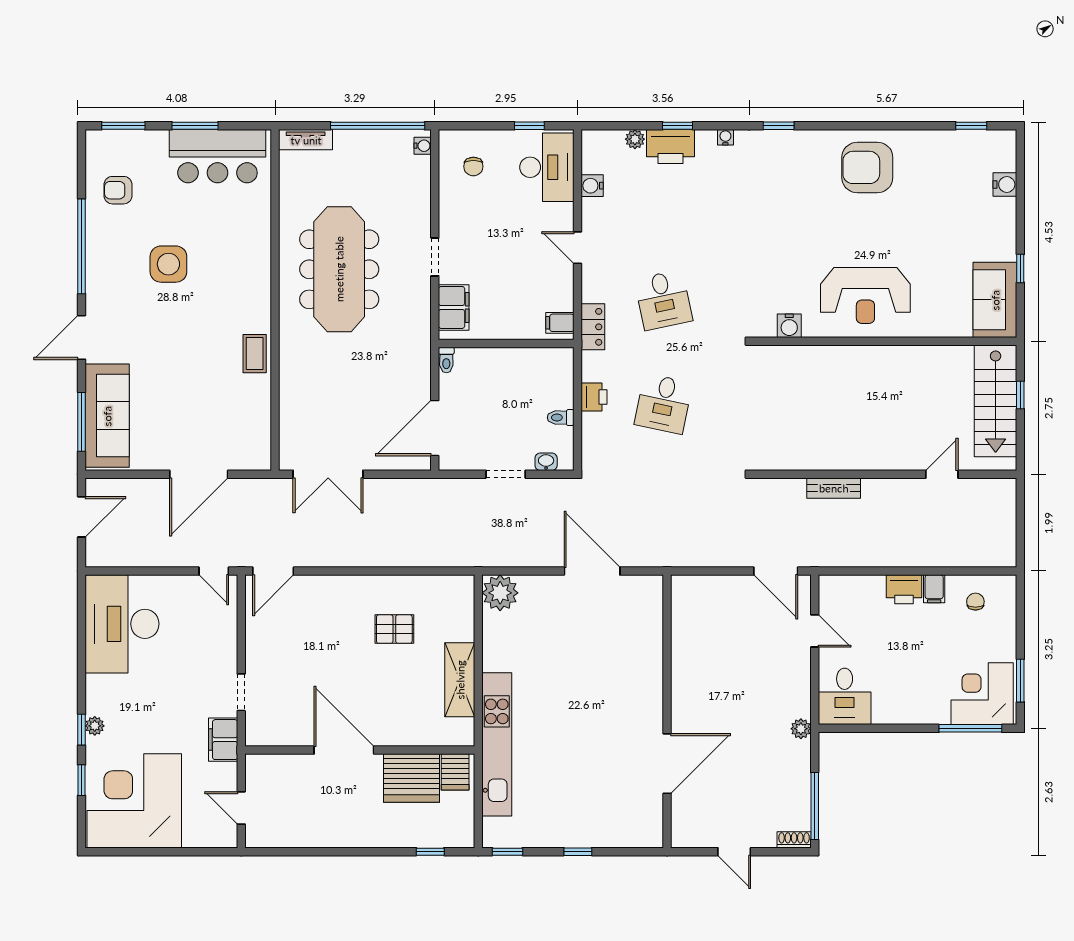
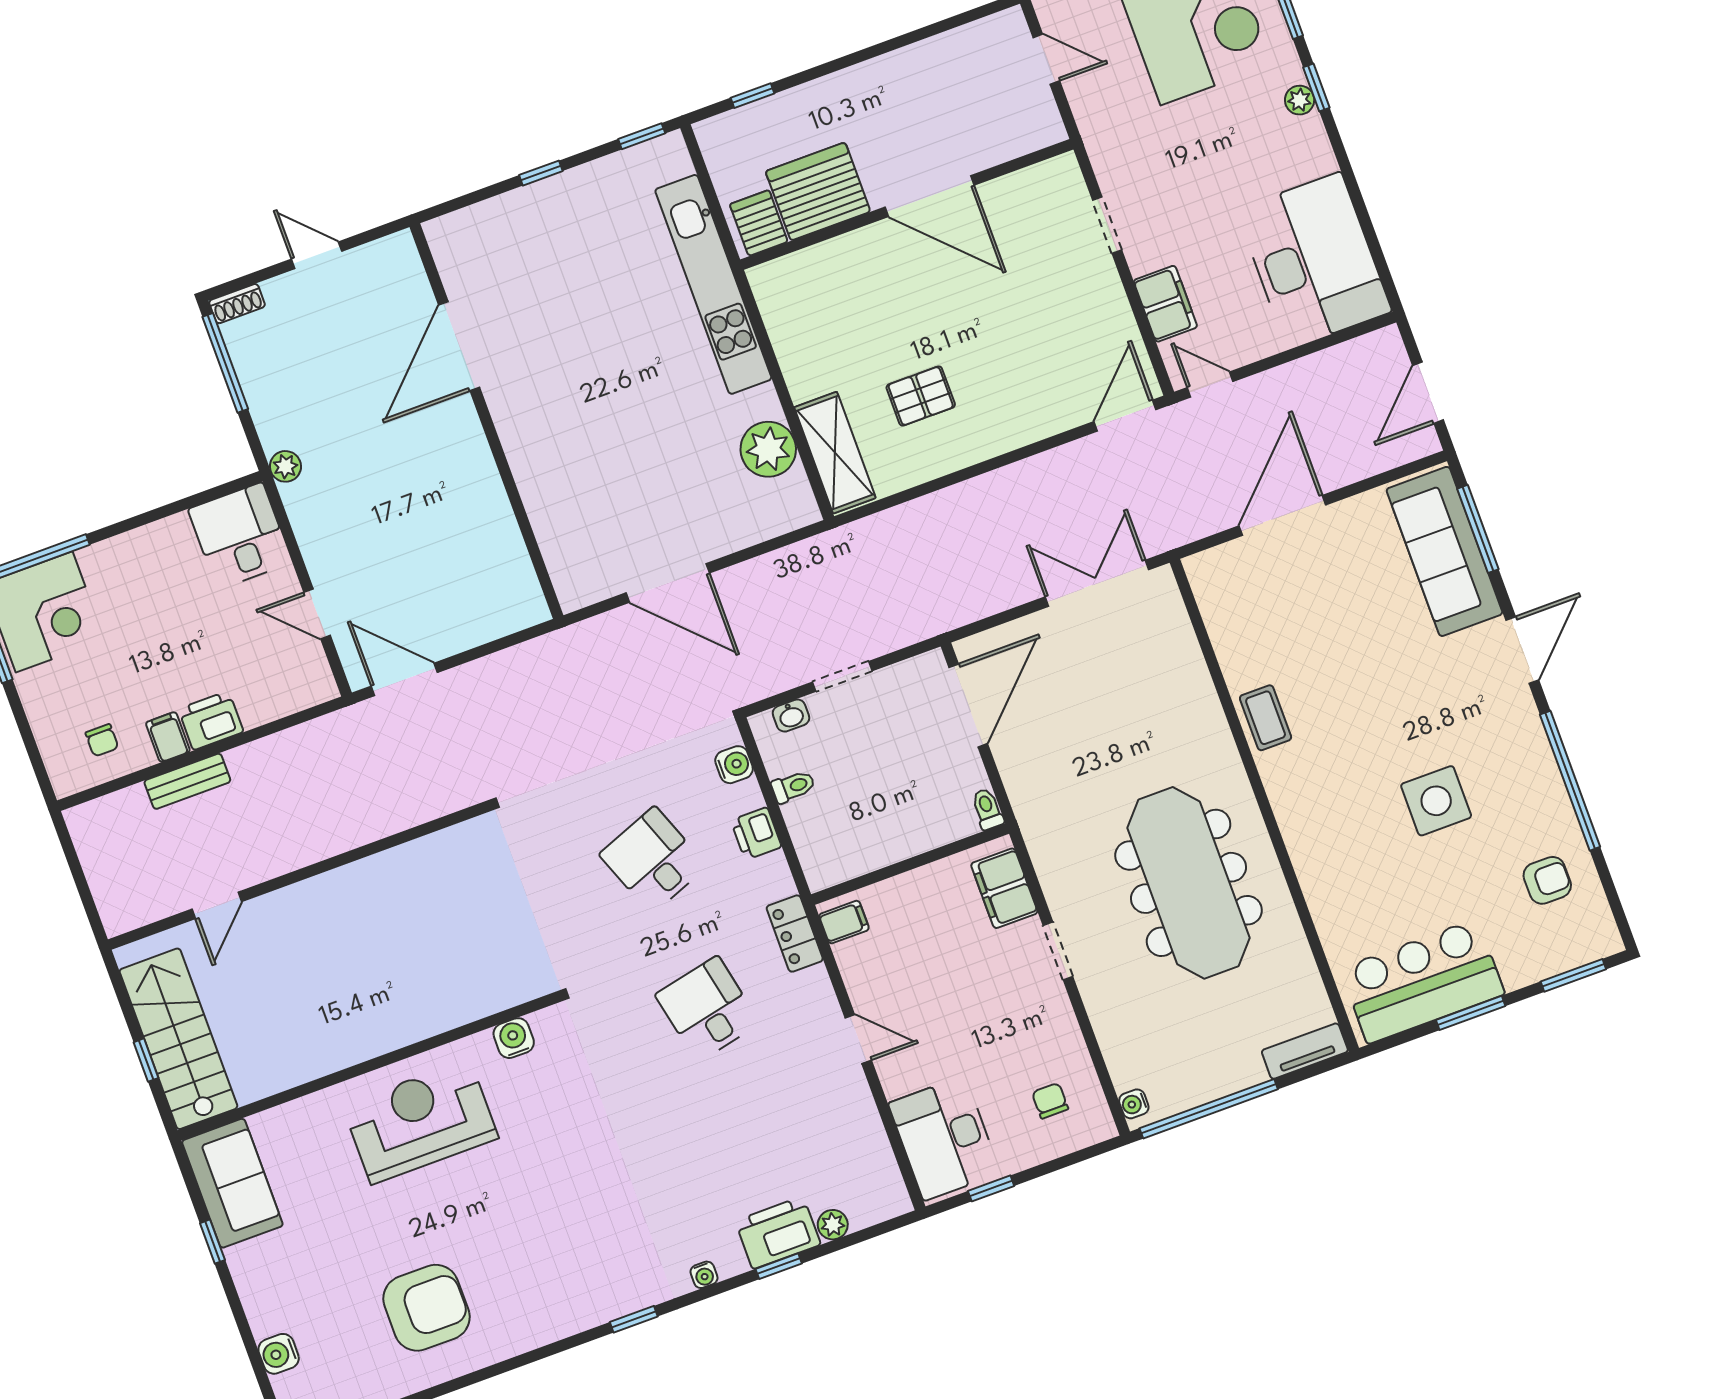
armchair: (867, 167) -> (426, 1308), moved
water cooler: (592, 186) -> (734, 765), moved
desk: (663, 404) -> (653, 860), turned -33
bench: (834, 488) -> (187, 781), moved
plant: (500, 593) -> (768, 449), moved
shelving: (460, 680) -> (835, 453), moved
filing cabinet: (223, 740) -> (1165, 304), moved

